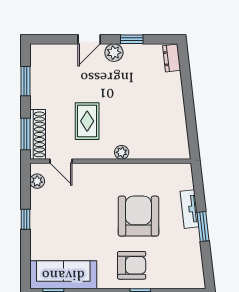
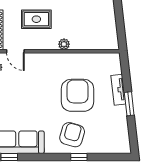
rug: (87, 121) -> (36, 19), turned 90
armchair: (132, 265) -> (72, 135), turned -74

